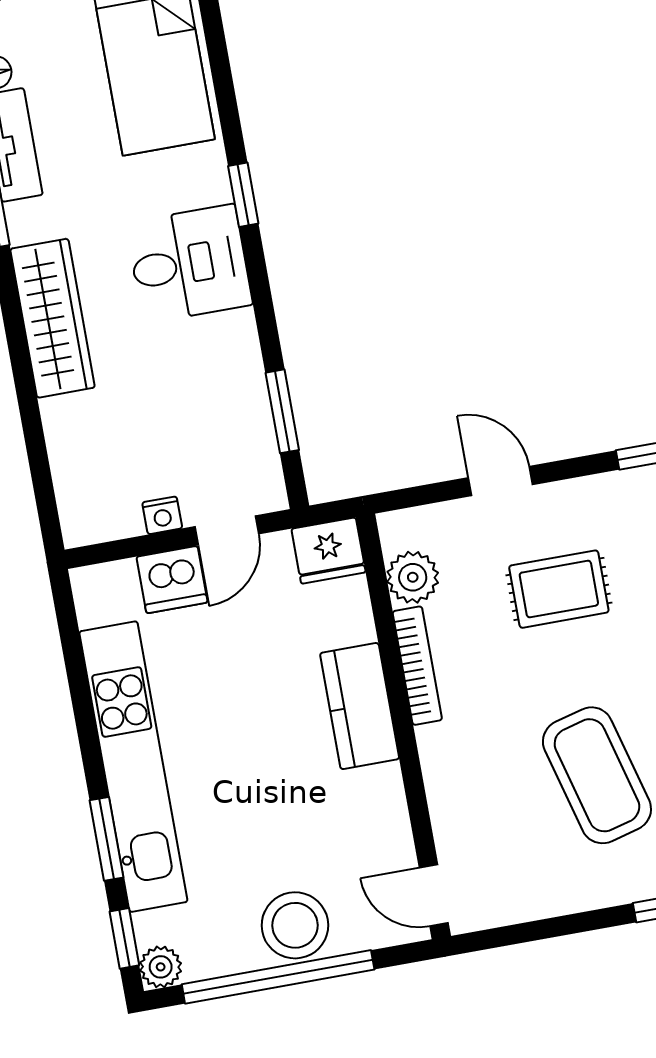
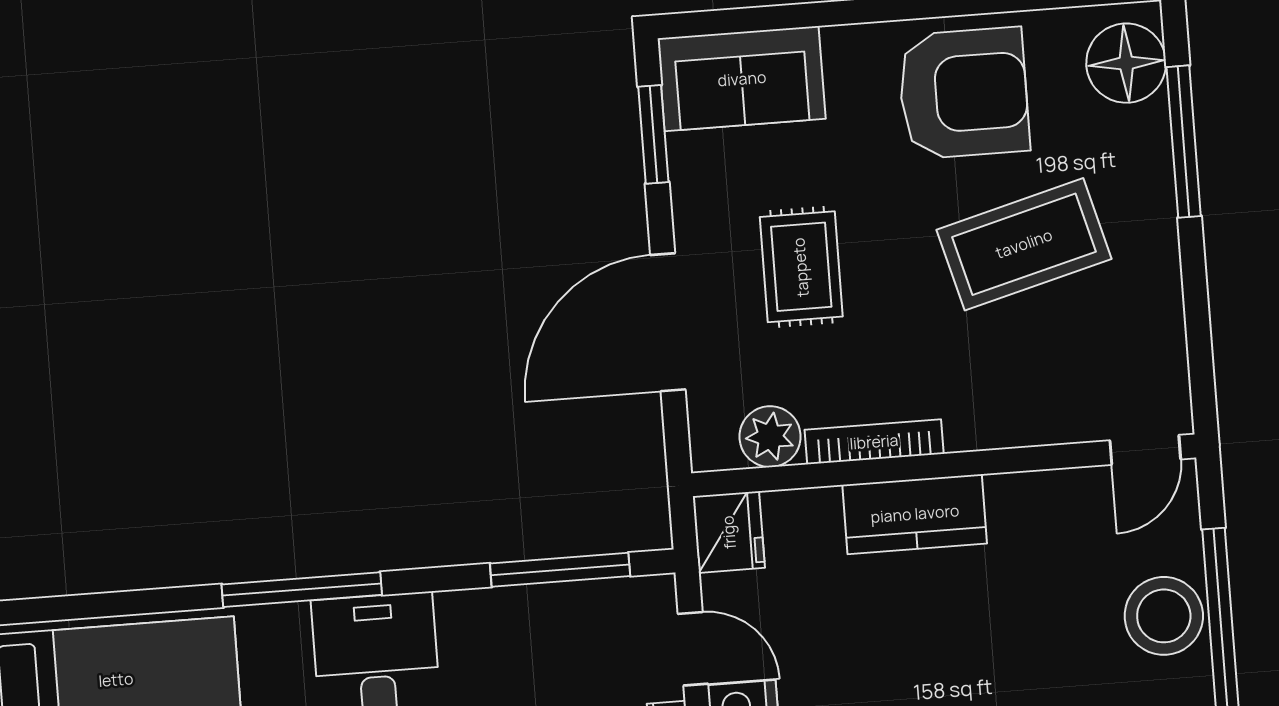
window: (243, 195) -> (302, 590), width x2.17
window: (282, 411) -> (560, 570), width x1.44
door: (501, 481) -> (668, 322), width x1.87

